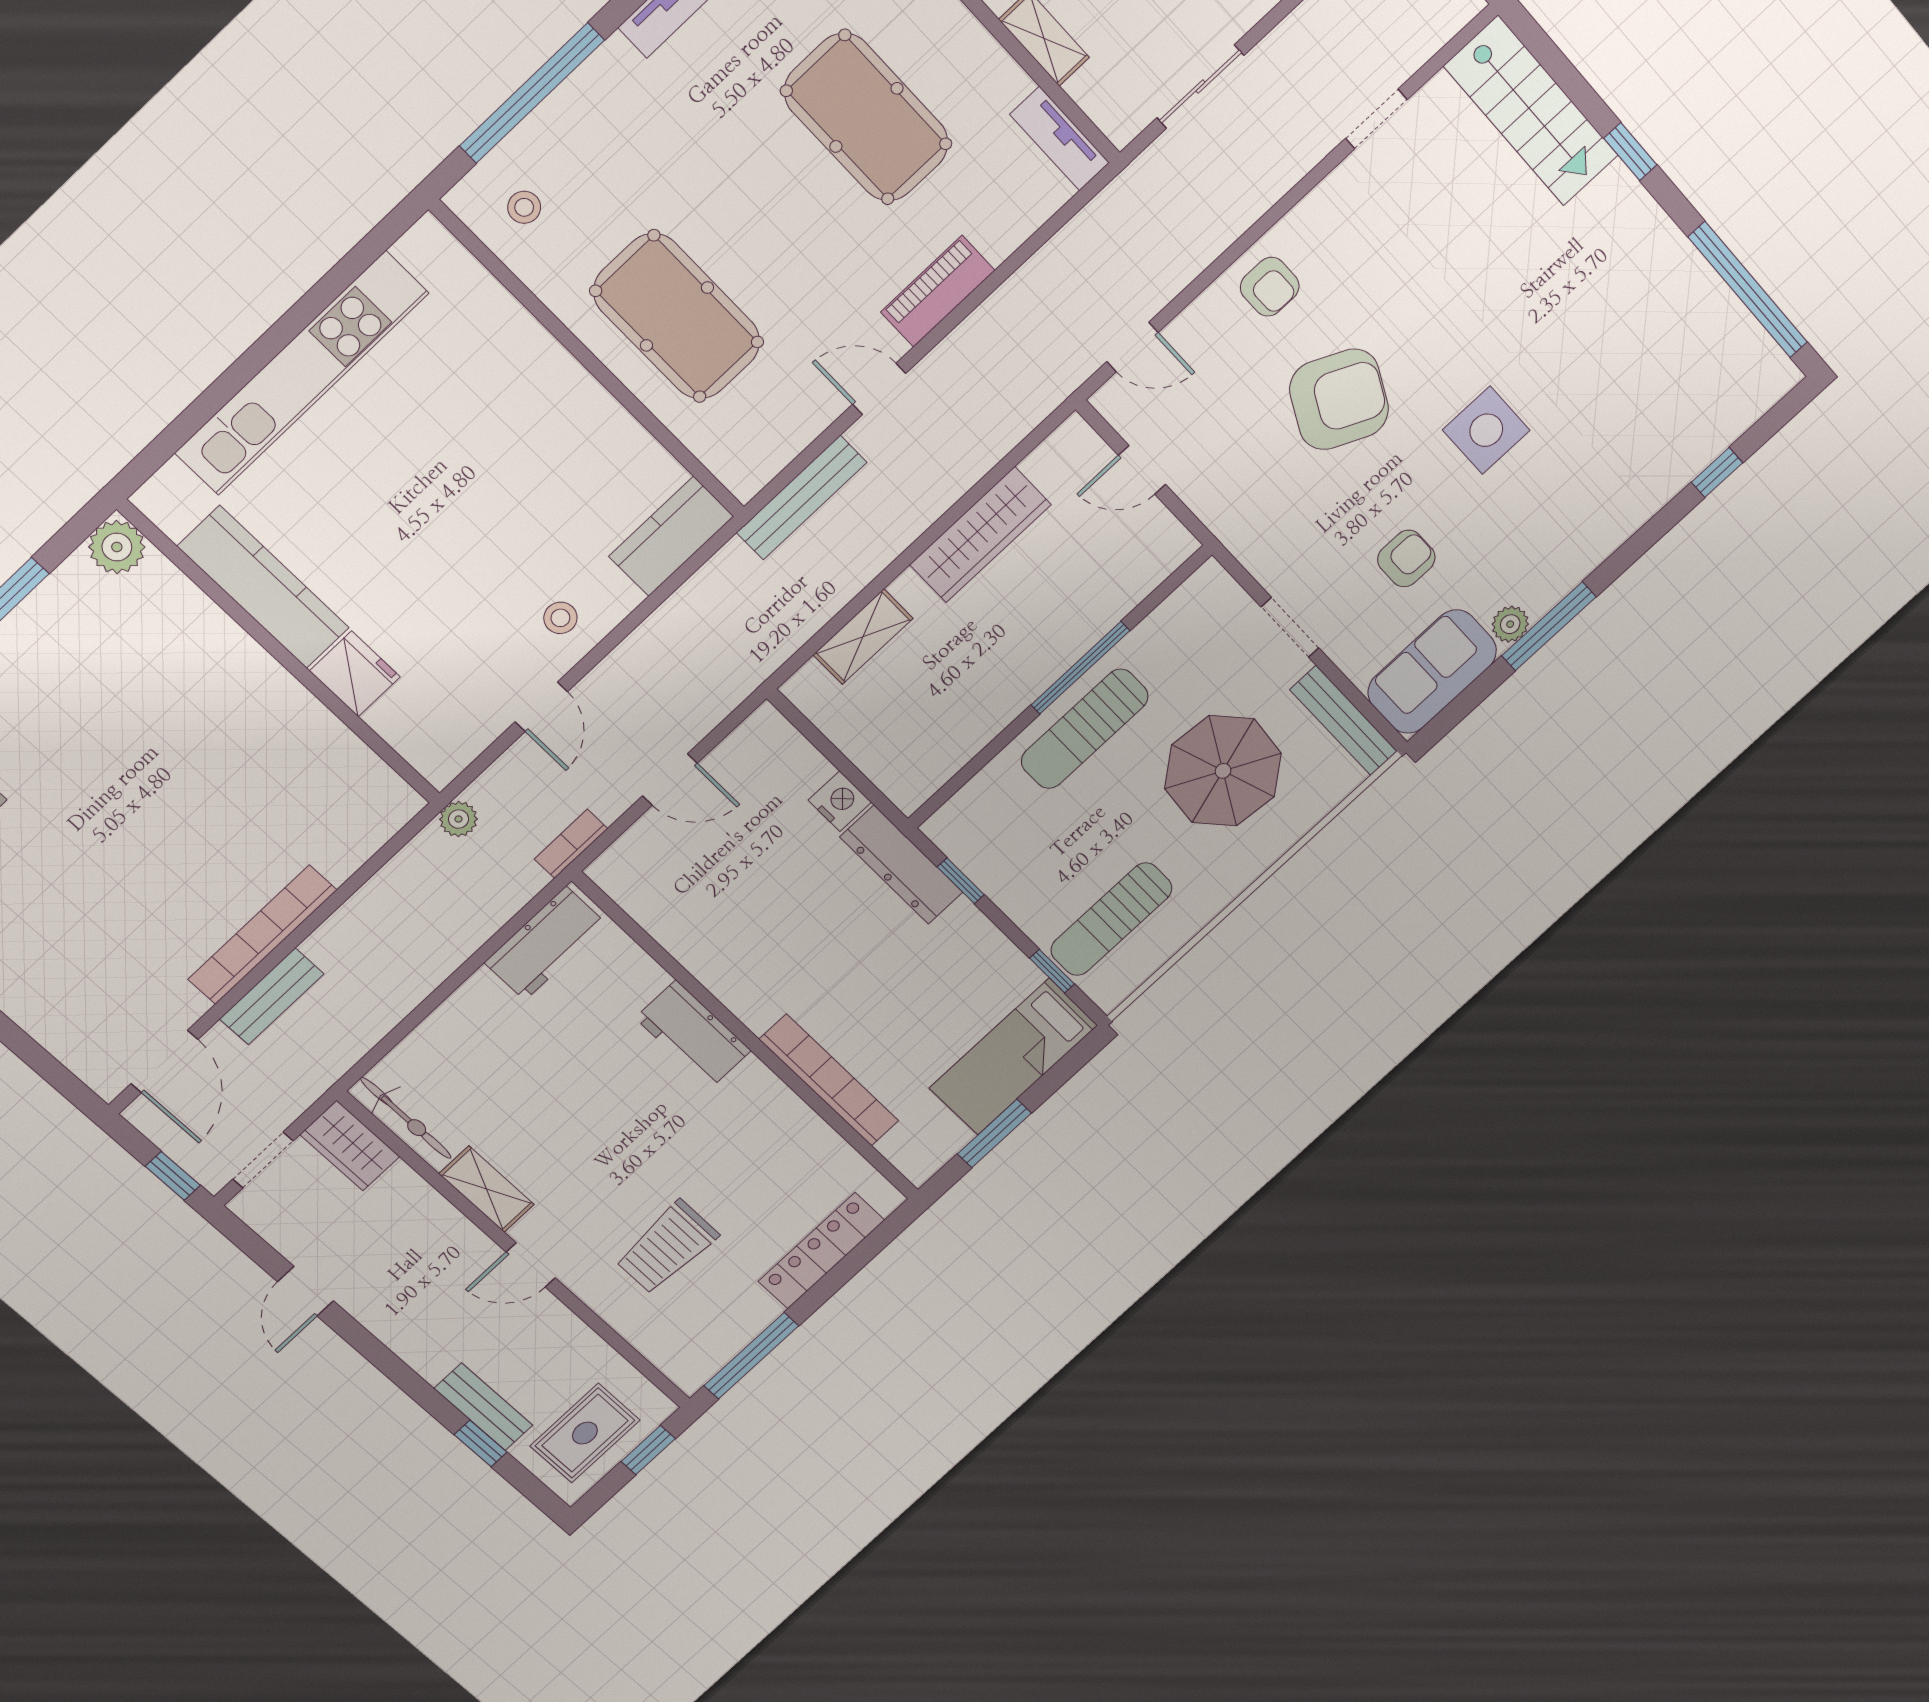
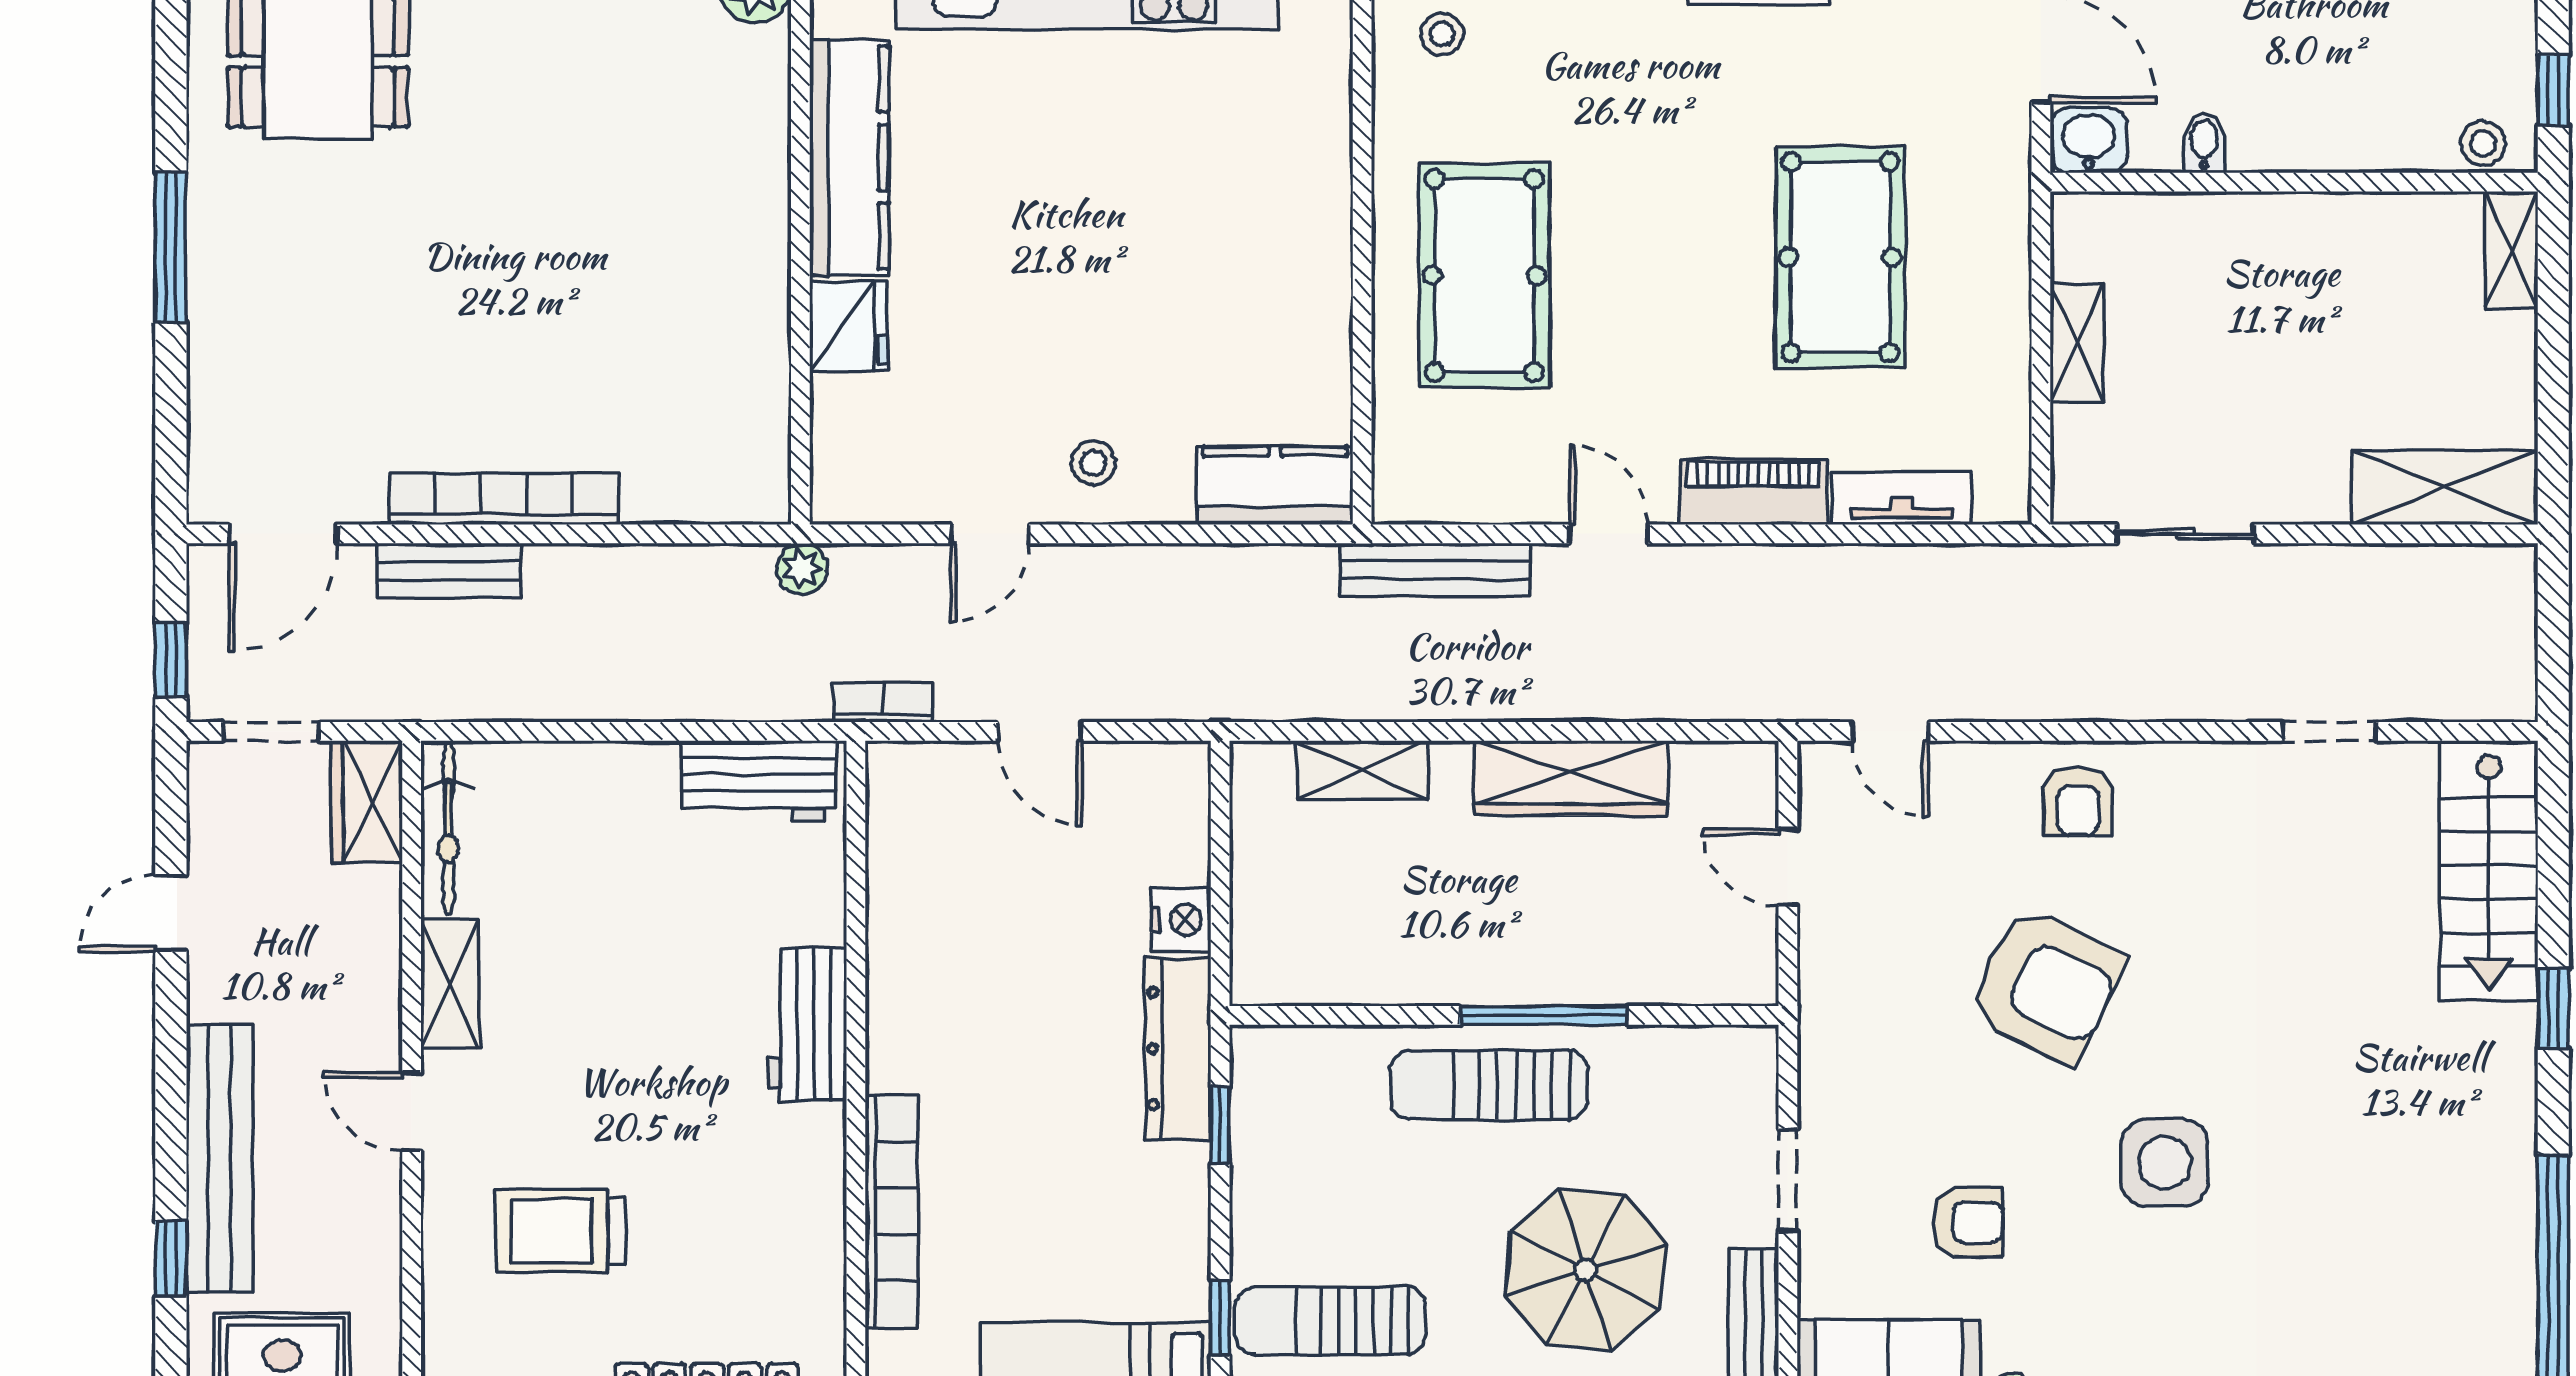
tv unit: (1060, 139) -> (1902, 498), moved, turned 90
bench: (484, 1407) -> (220, 1159), width x1.86, depth x1.21

